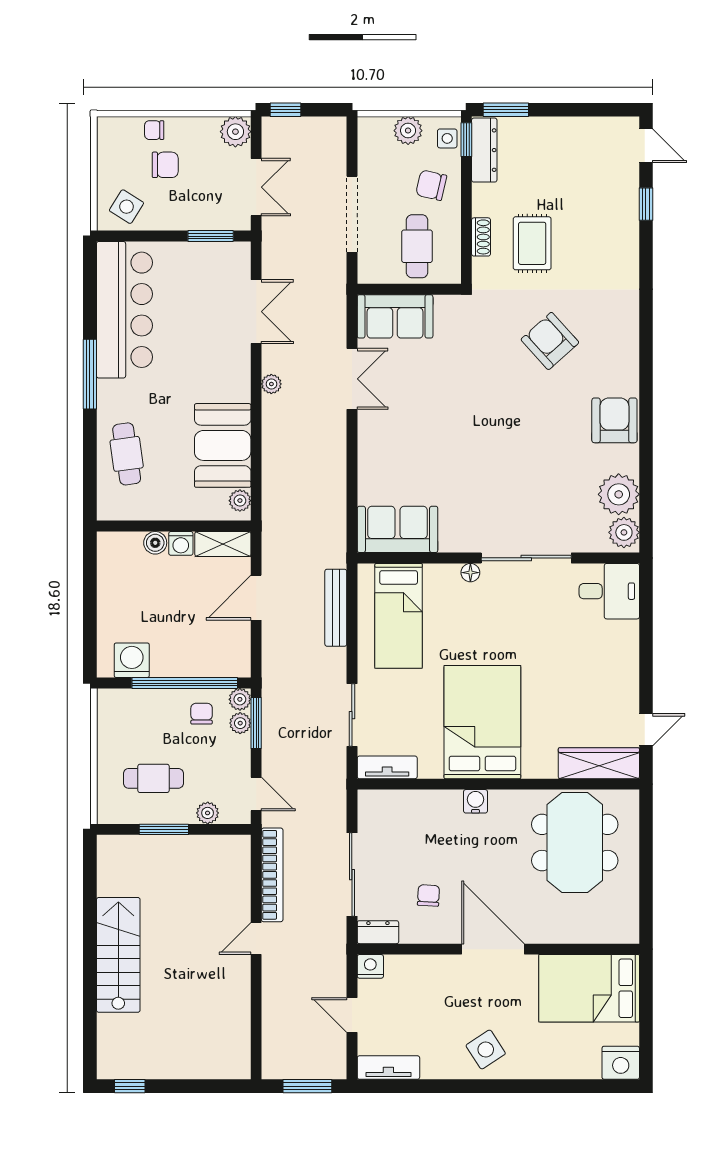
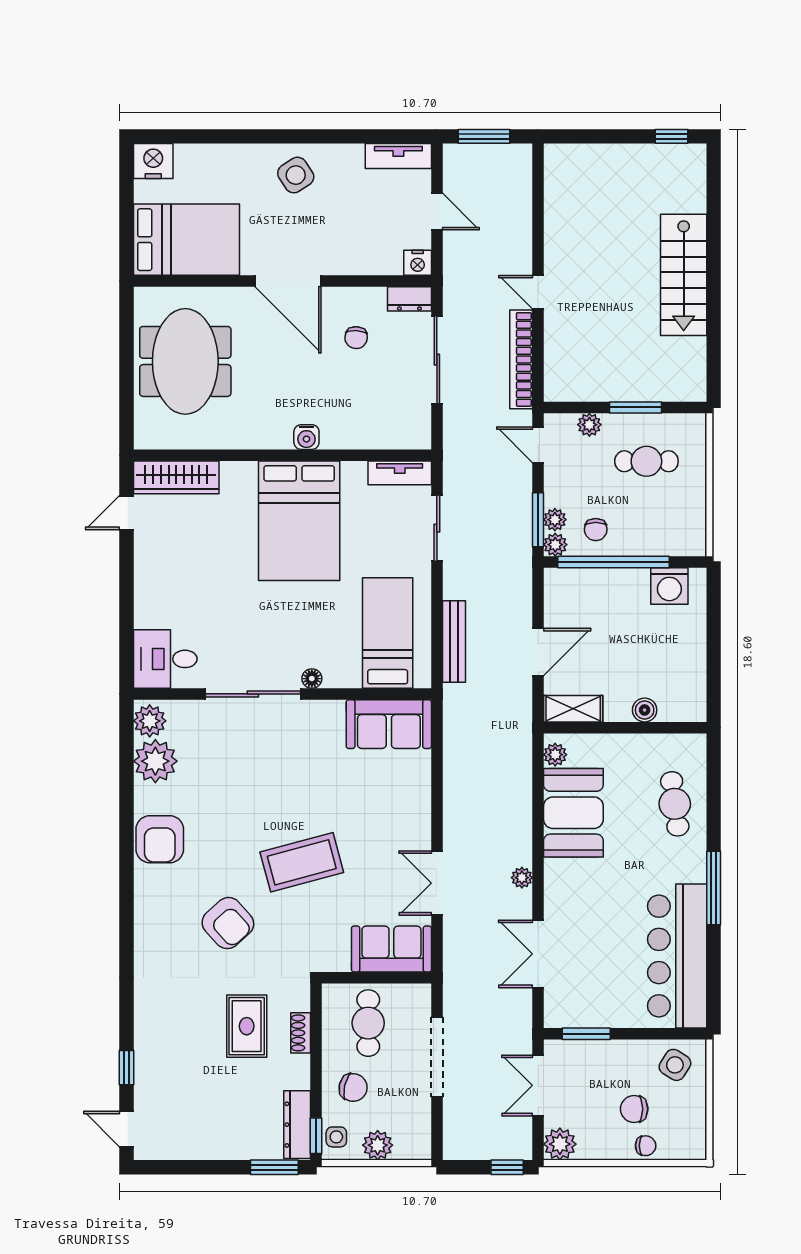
coffee table: (480, 398) -> (302, 862), added
washing machine: (181, 543) -> (618, 709), removed
meeting table: (575, 842) -> (185, 361), moved
door: (256, 939) -> (538, 292), swing flipped

